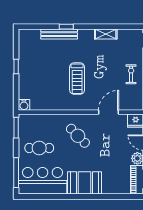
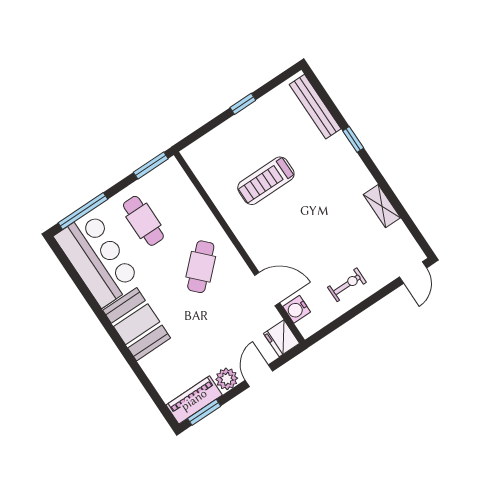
bench: (59, 34) -> (315, 107), moved
treadmill: (77, 79) -> (266, 181), moved
water cooler: (24, 105) -> (297, 309), moved

